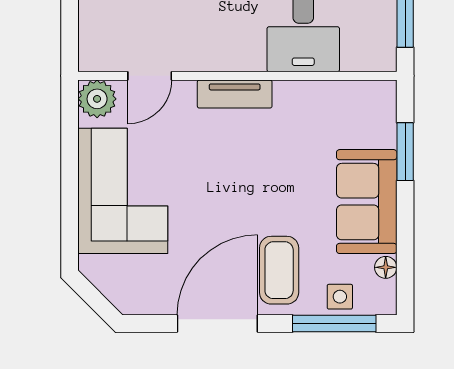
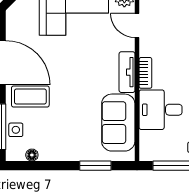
bookcase: (236, 60) -> (145, 73), added
sofa: (367, 202) -> (118, 123), moved, turned -90

